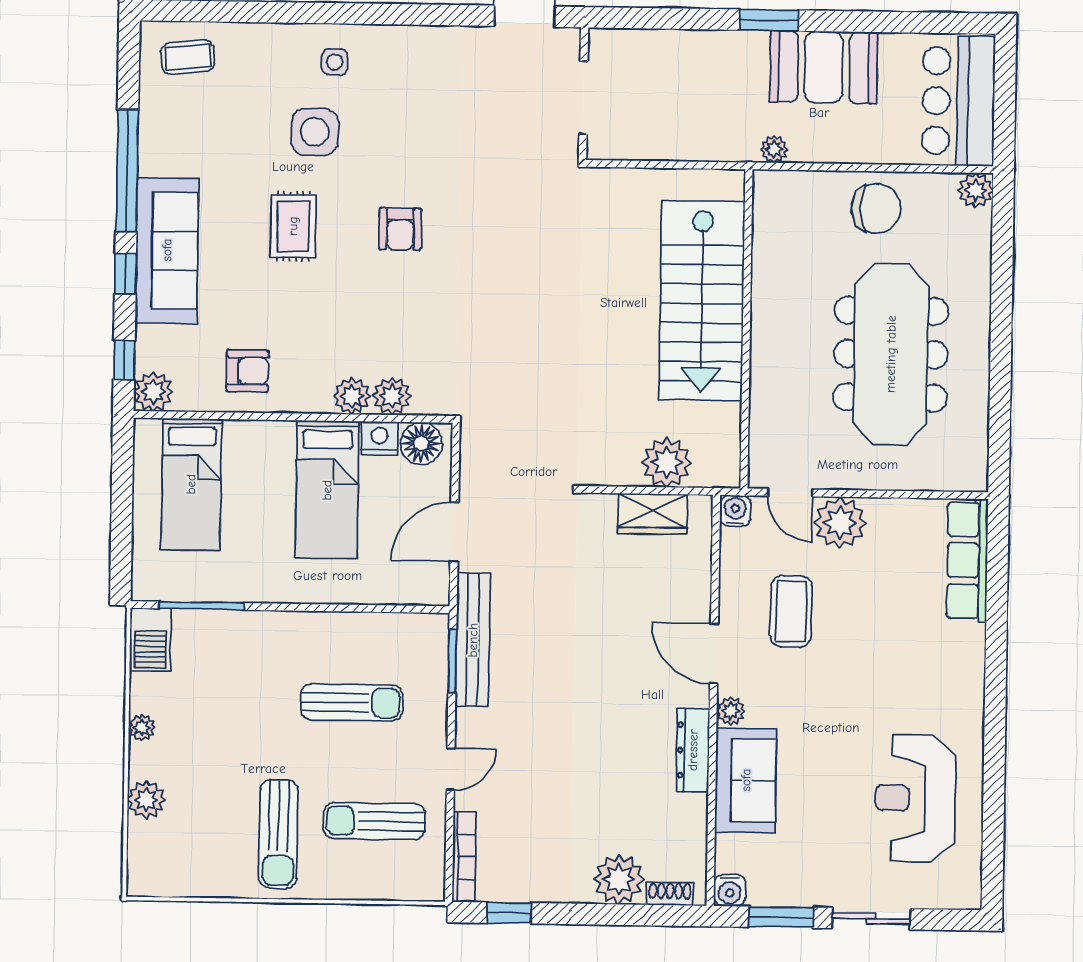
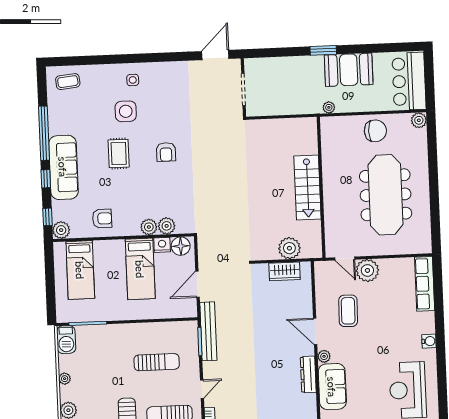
stairs: (702, 301) -> (307, 188), width x0.73, depth x0.66
water cooler: (735, 511) -> (429, 341), moved, turned 90

